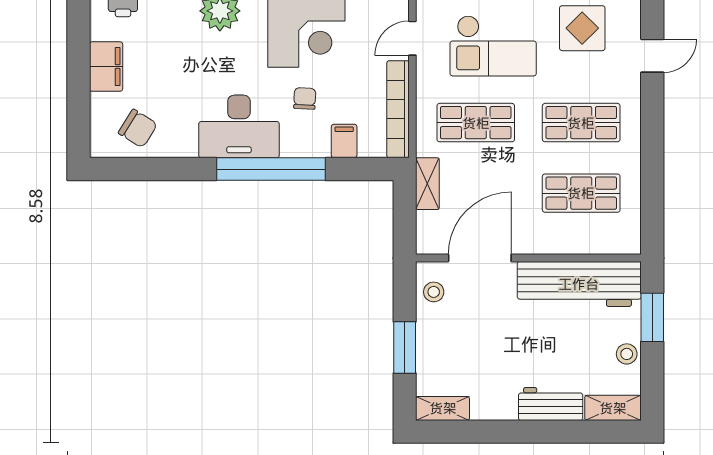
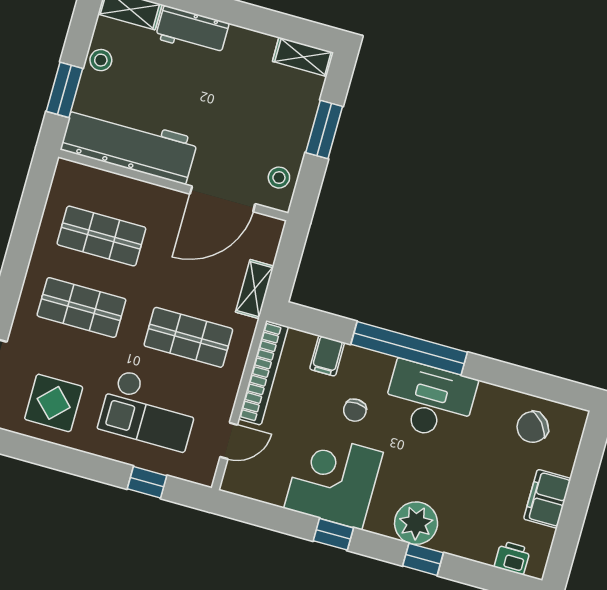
checkout: (493, 46) -> (149, 410), turned 180
chair: (138, 128) -> (533, 427), turned -72

